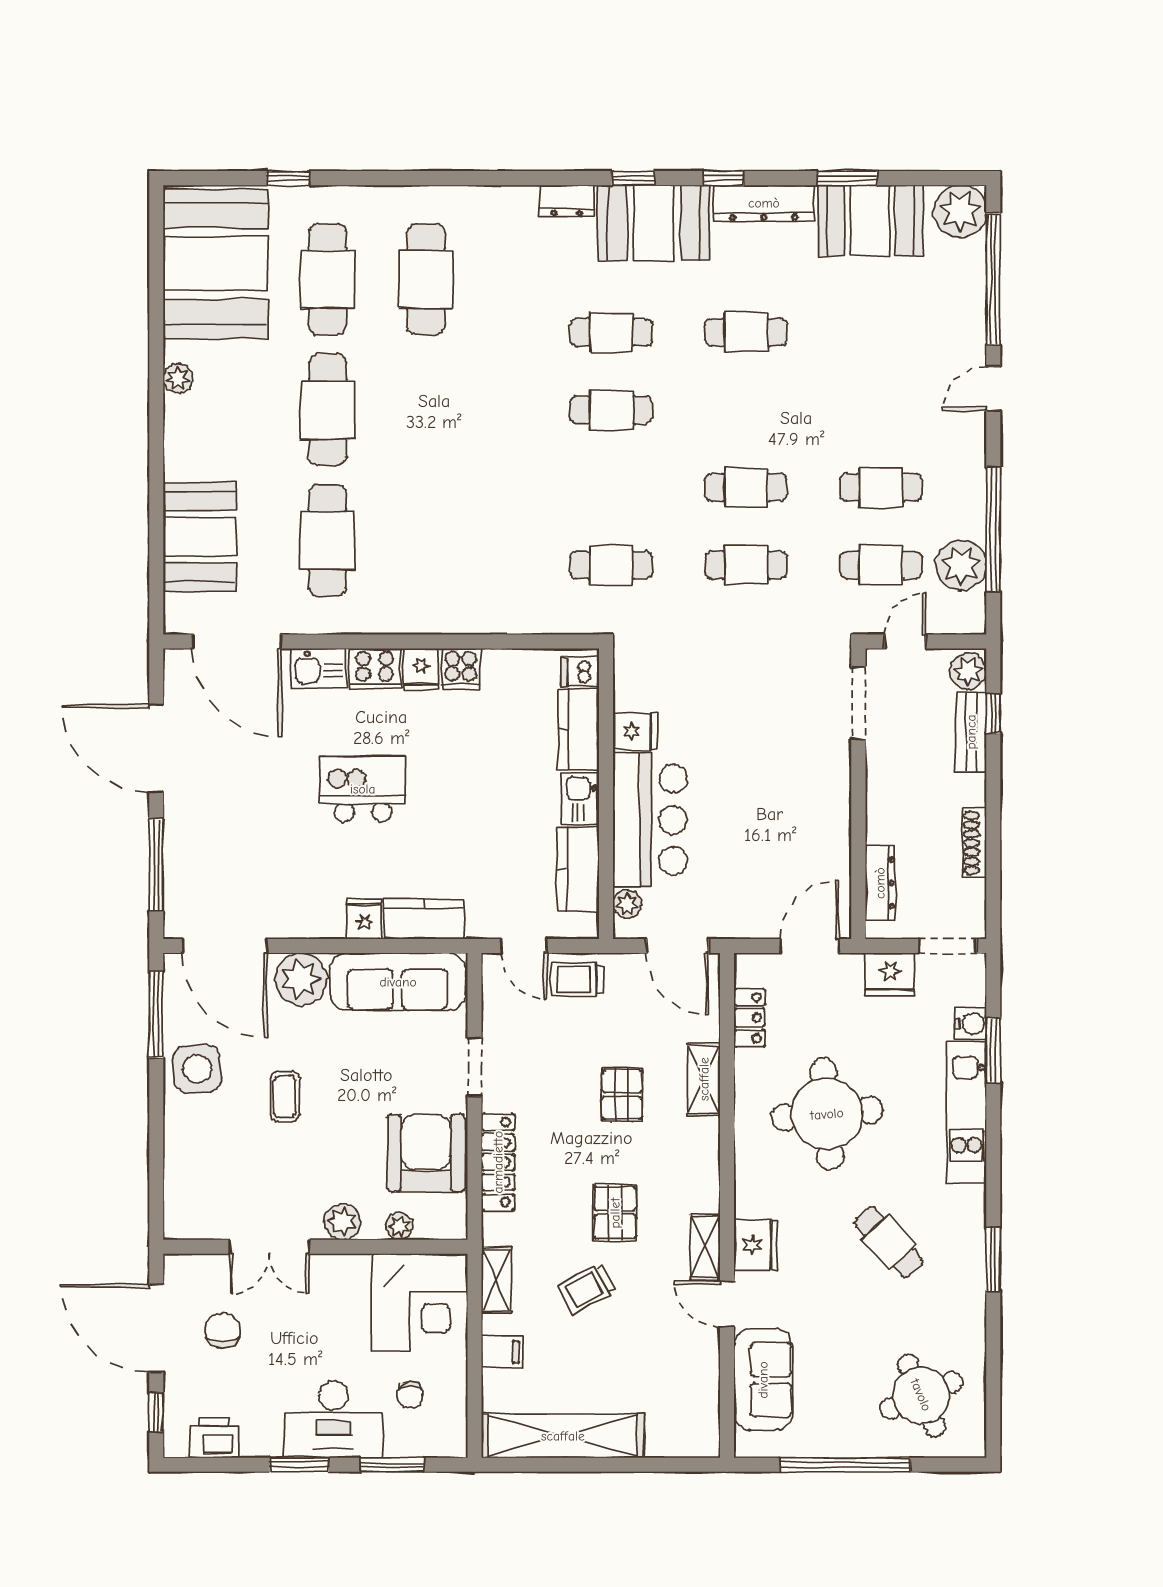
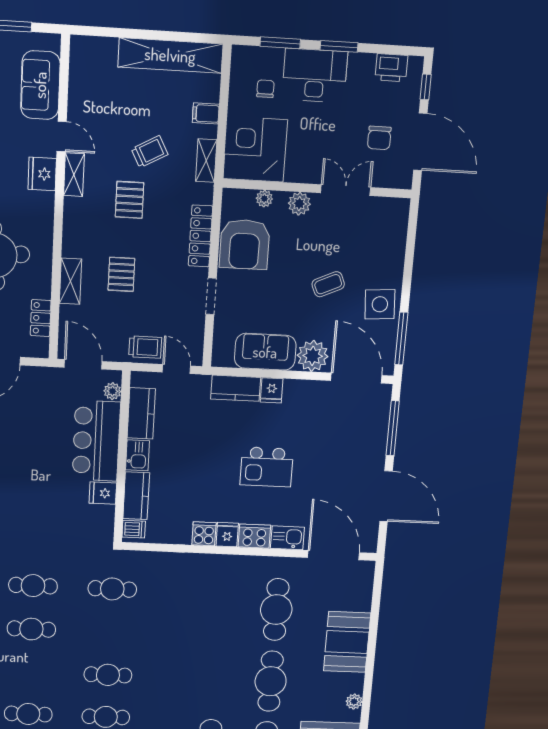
booth: (200, 537) -> (347, 642), moved
sofa: (398, 982) -> (265, 352), width x0.73
coffee table: (285, 1097) -> (328, 284), turned 66

